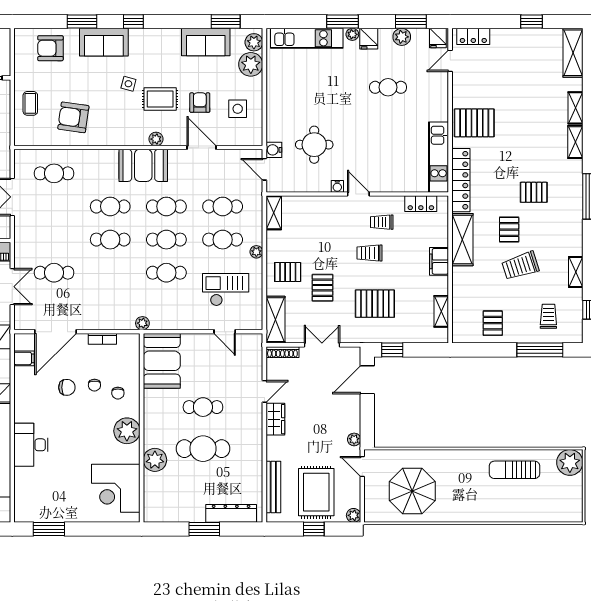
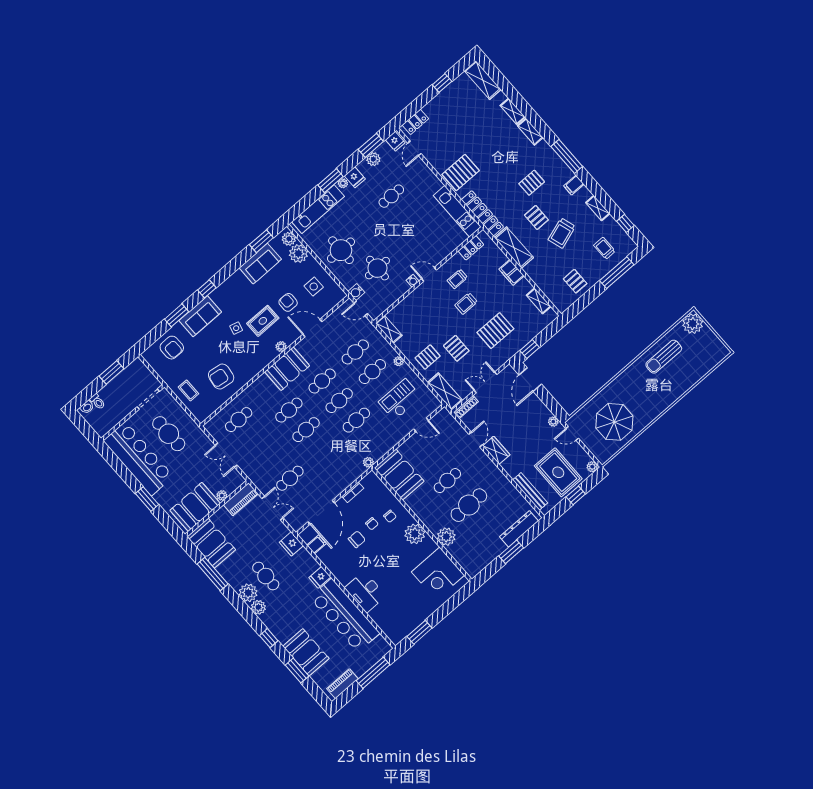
armchair: (50, 48) -> (172, 348), turned -90
round table: (294, 97) -> (341, 250), added
filing cabinet: (572, 230) -> (574, 185), added

